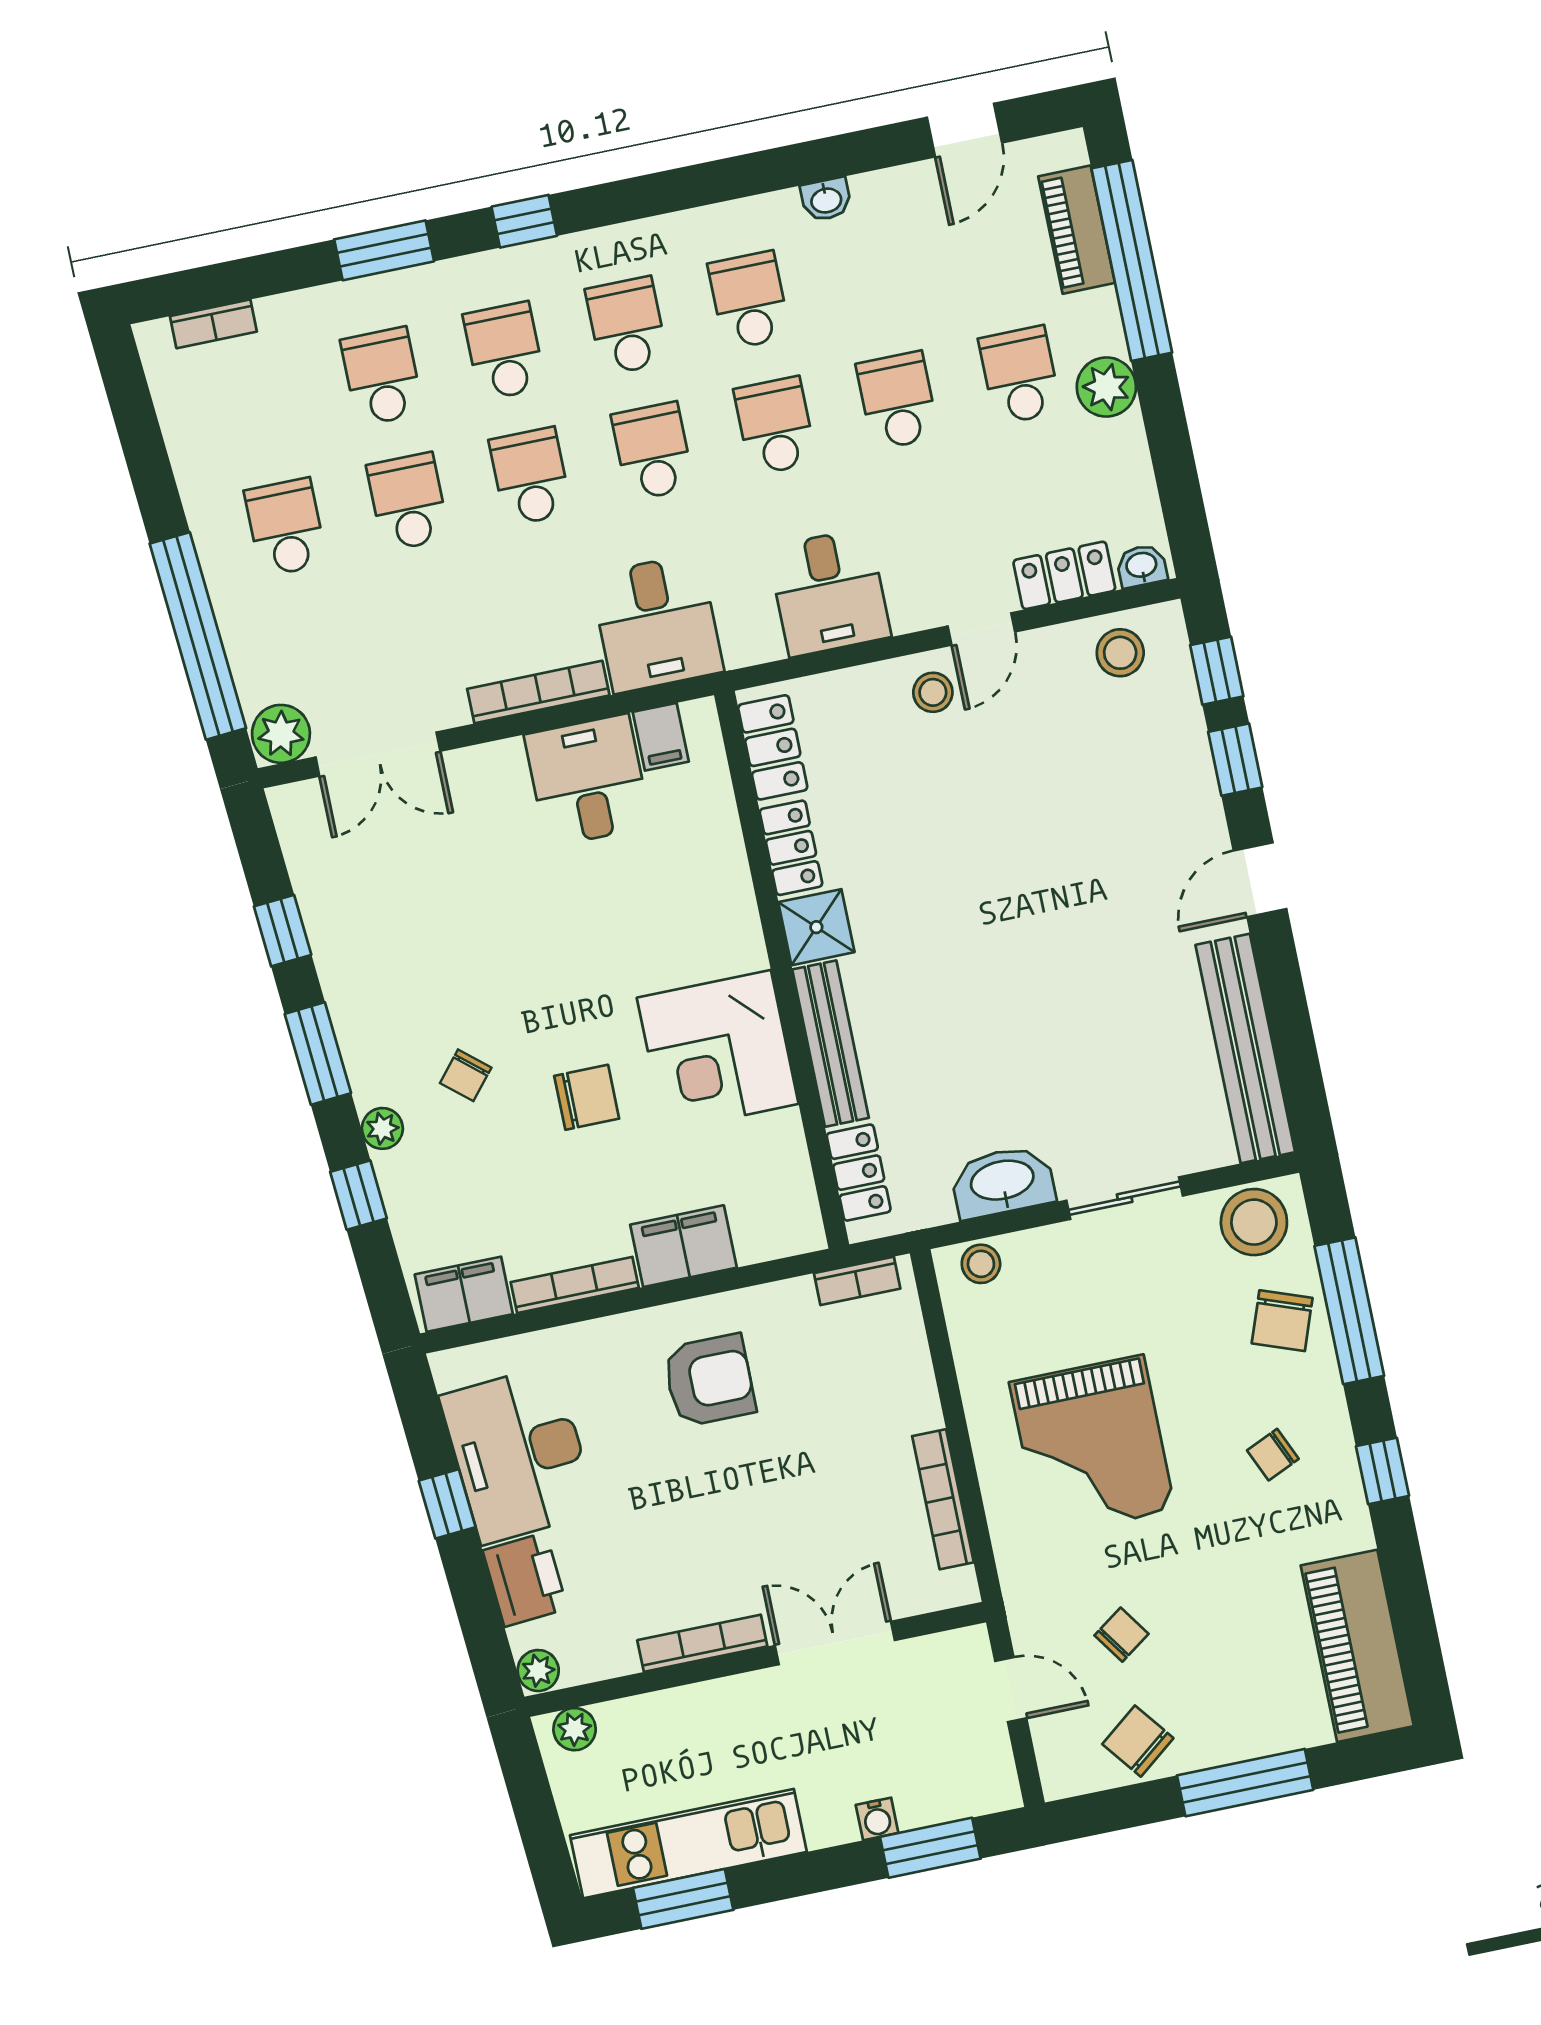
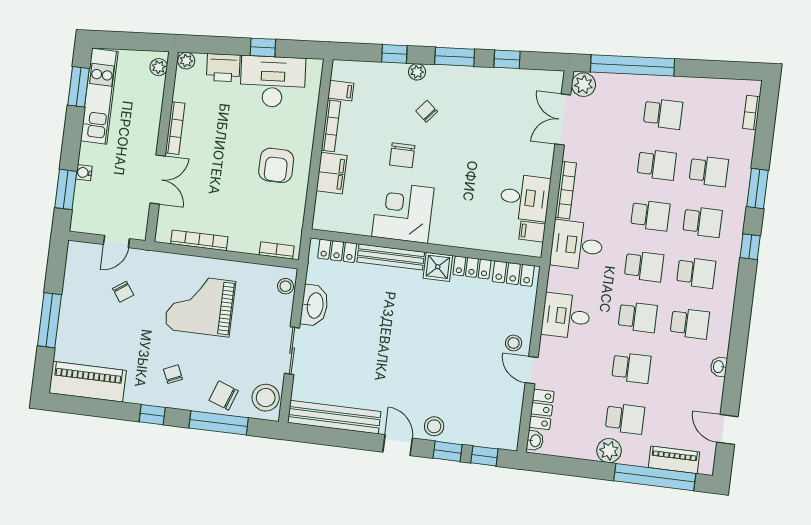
stool: (1120, 653) -> (434, 426), moved
bookcase: (857, 1281) -> (277, 250), moved, turned 90
filing cabinet: (464, 1294) -> (341, 91), width x0.50
chair: (1138, 1741) -> (80, 284), removed

